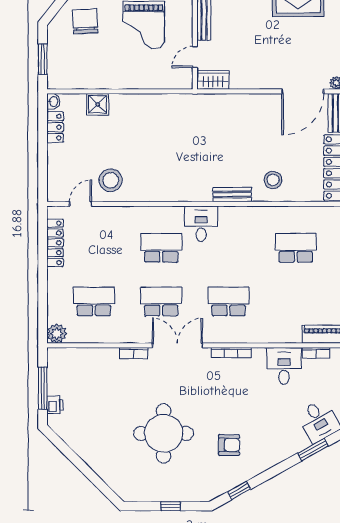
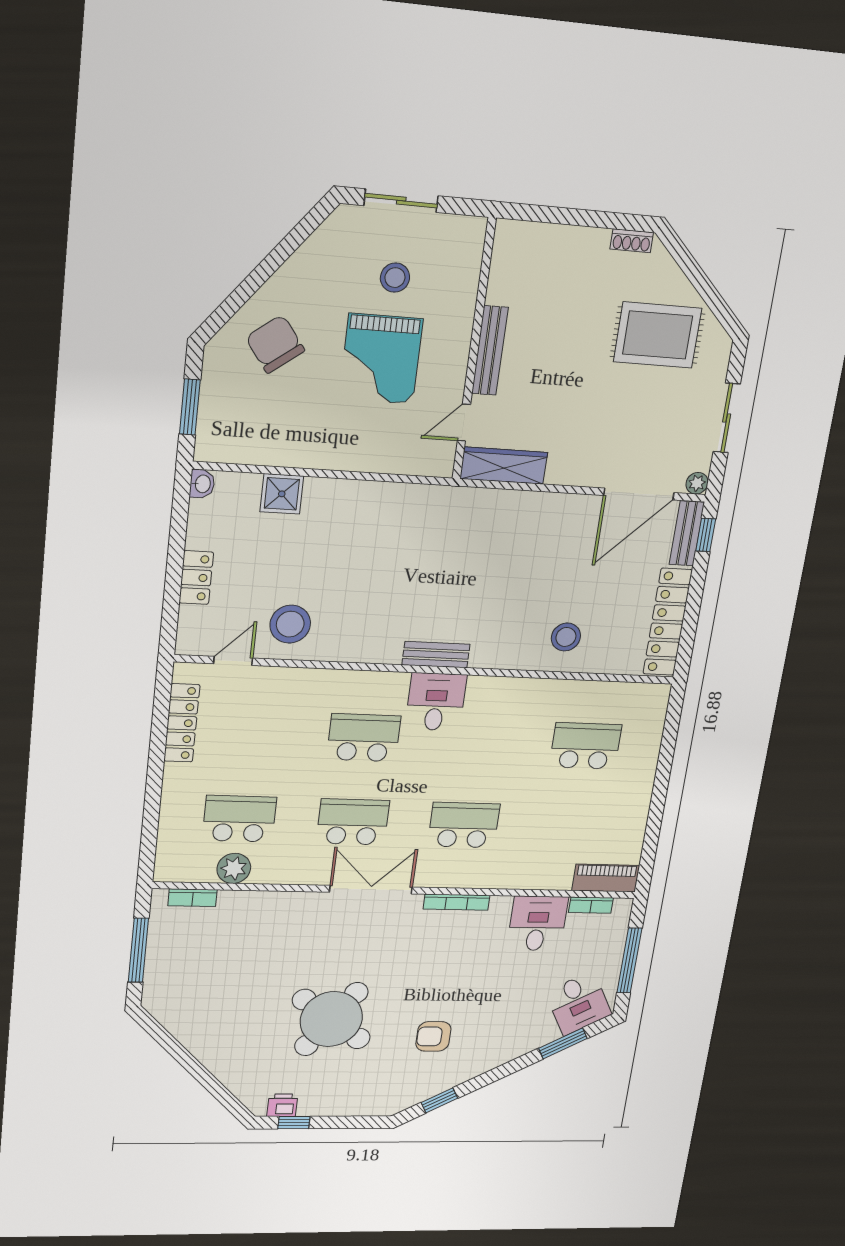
chair: (85, 21) -> (275, 344), turned -34
wardrobe: (213, 80) -> (504, 466), width x1.50
locker: (55, 127) -> (196, 578), moved
bench: (232, 195) -> (436, 655), moved
plant: (57, 334) -> (234, 868), moved
bookcase: (133, 353) -> (193, 898), moved
printer: (55, 405) -> (282, 1105), moved, turned -90
round table: (164, 433) -> (331, 1019), turned 36
armchair: (229, 445) -> (433, 1036), turned 180
window: (170, 506) -> (294, 1123), moved

